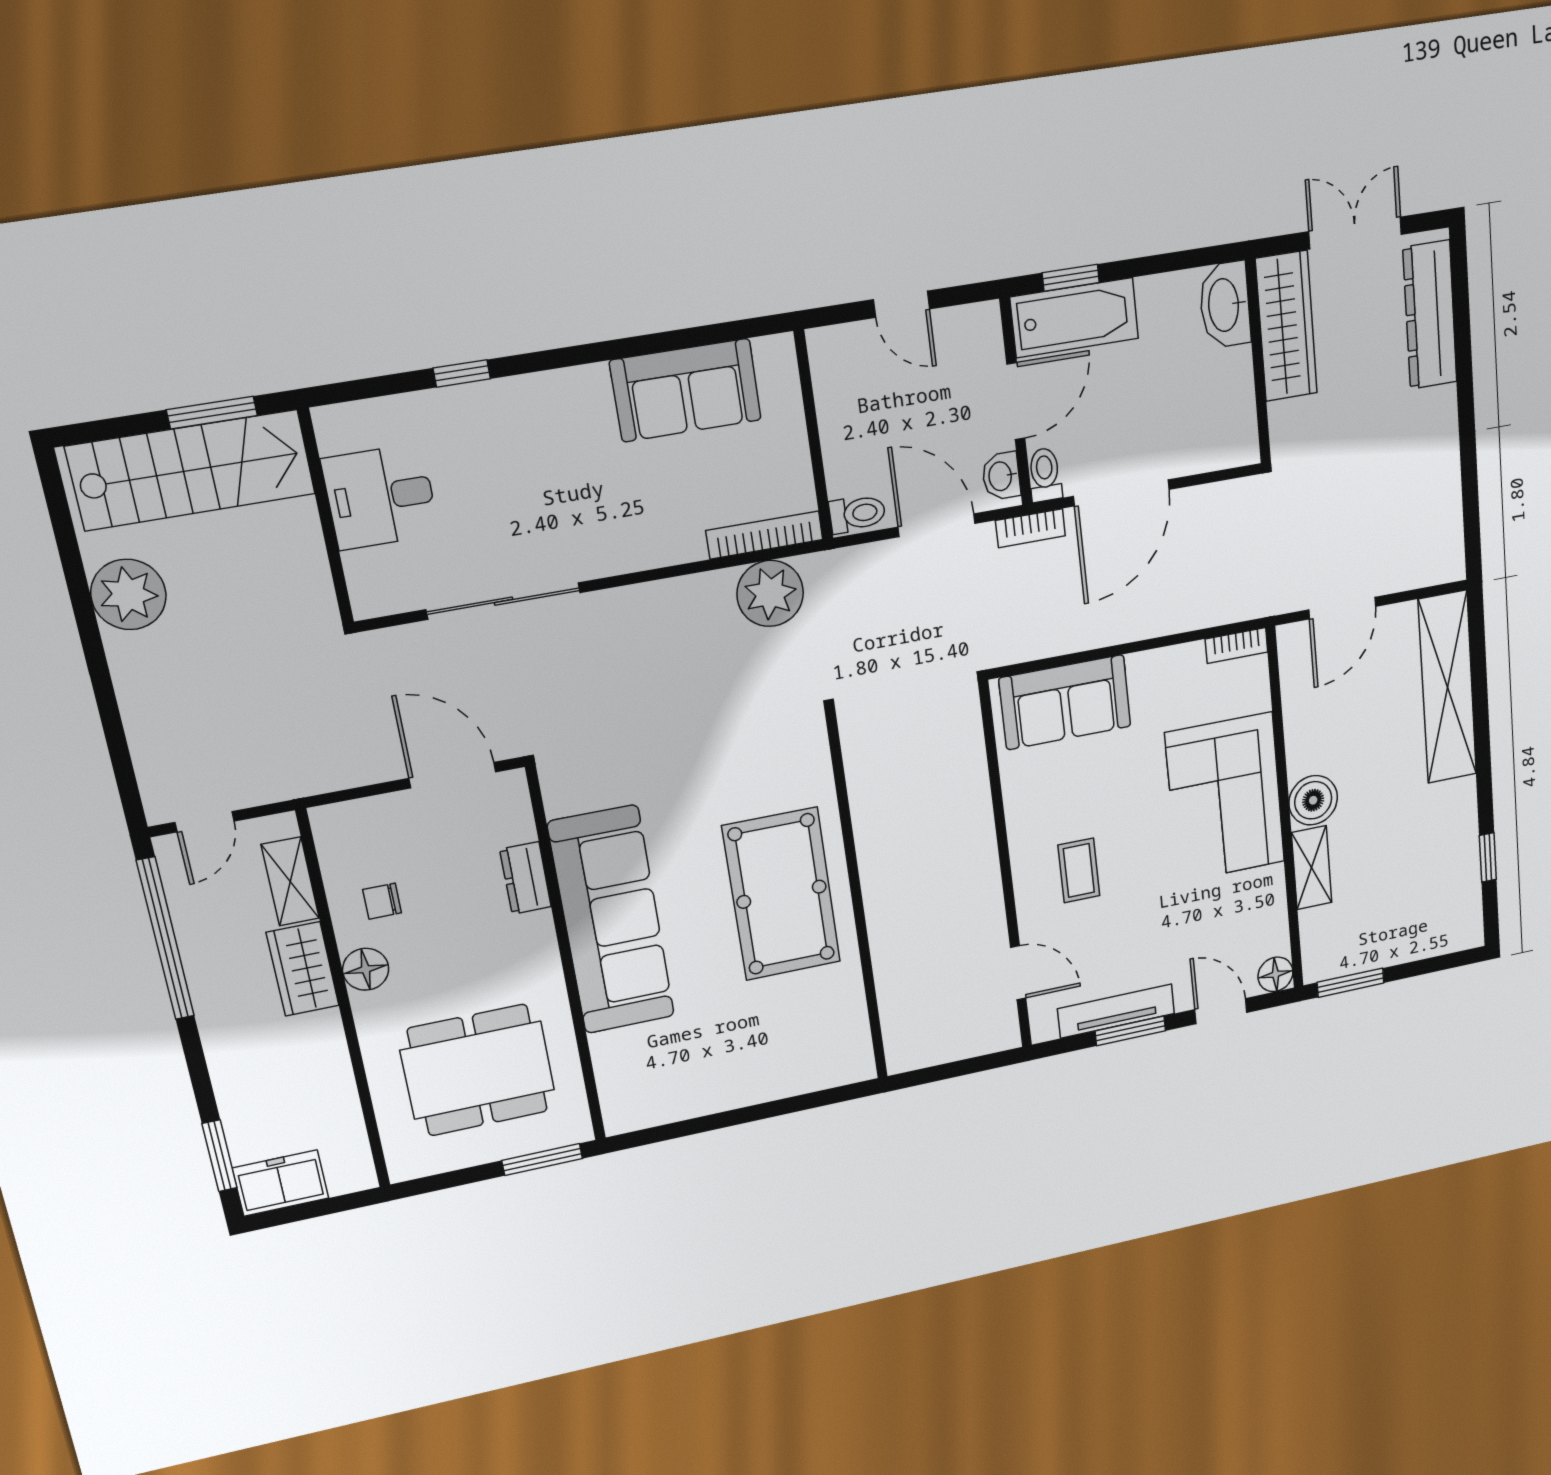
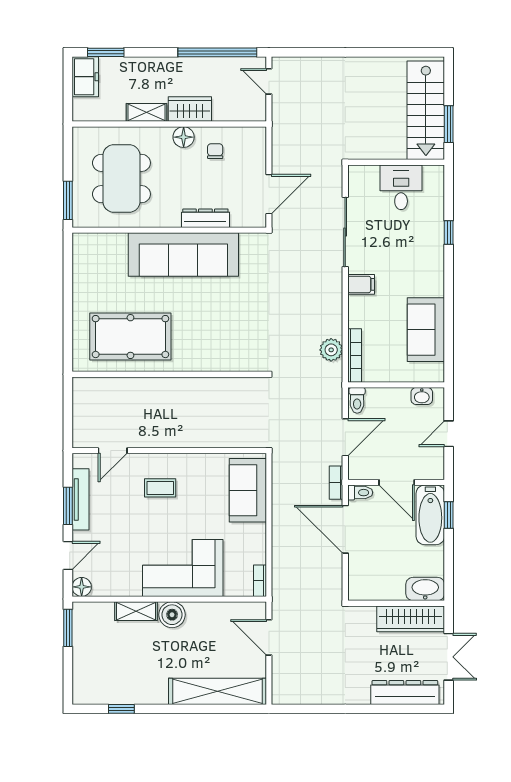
washbasin: (1001, 476) -> (422, 396), moved, turned 180
filing cabinet: (611, 547) -> (361, 284), added
plant: (770, 593) -> (331, 350), width x0.73, depth x0.73
plant: (128, 594) -> (377, 72), removed
dresser: (526, 878) -> (205, 218), width x1.44
shelving: (290, 881) -> (147, 112), moved
pool table: (782, 894) -> (130, 337), moved

